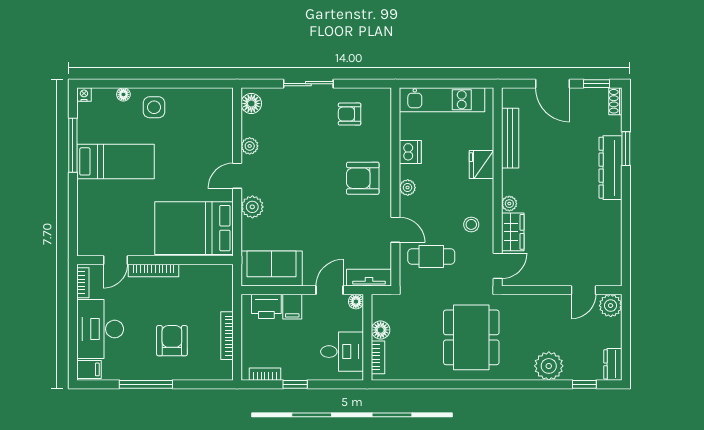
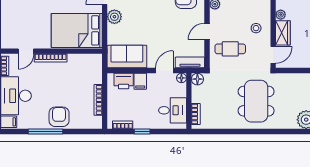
door: (395, 230) -> (207, 32), swing flipped
floor lamp: (381, 330) -> (197, 79), moved
armchair: (172, 341) -> (59, 117), moved

